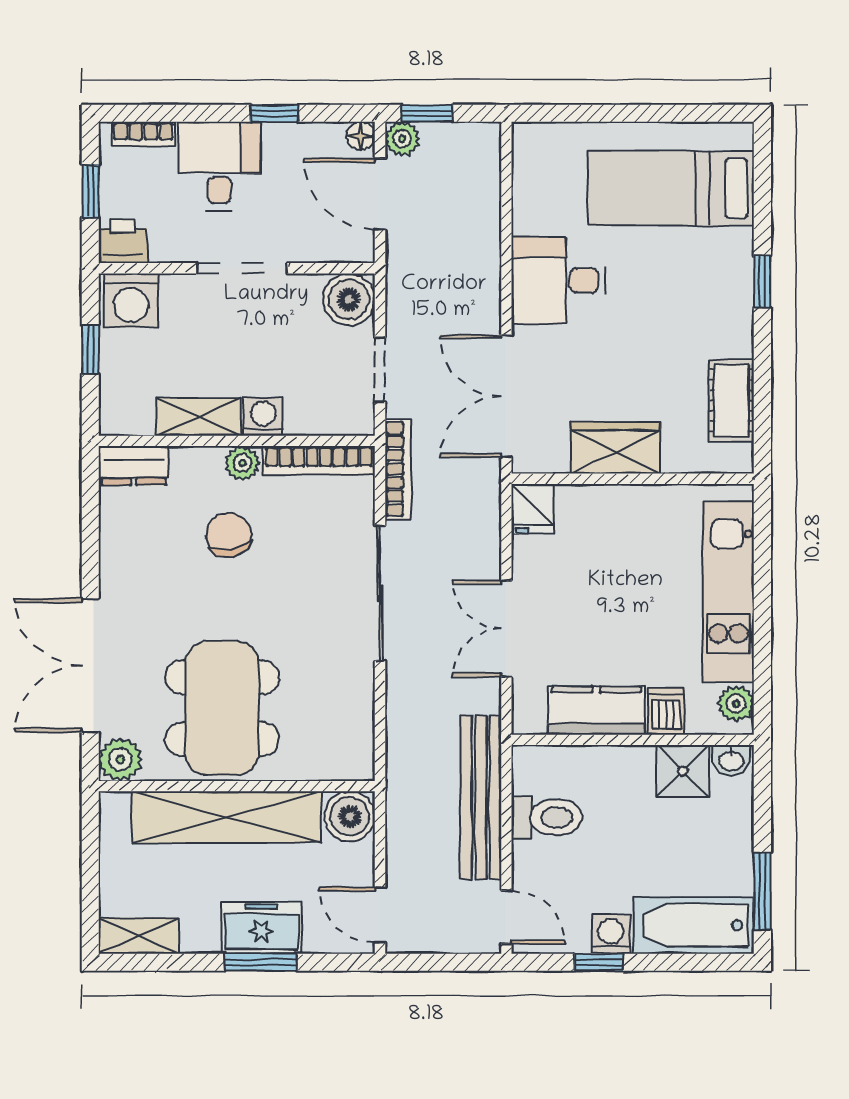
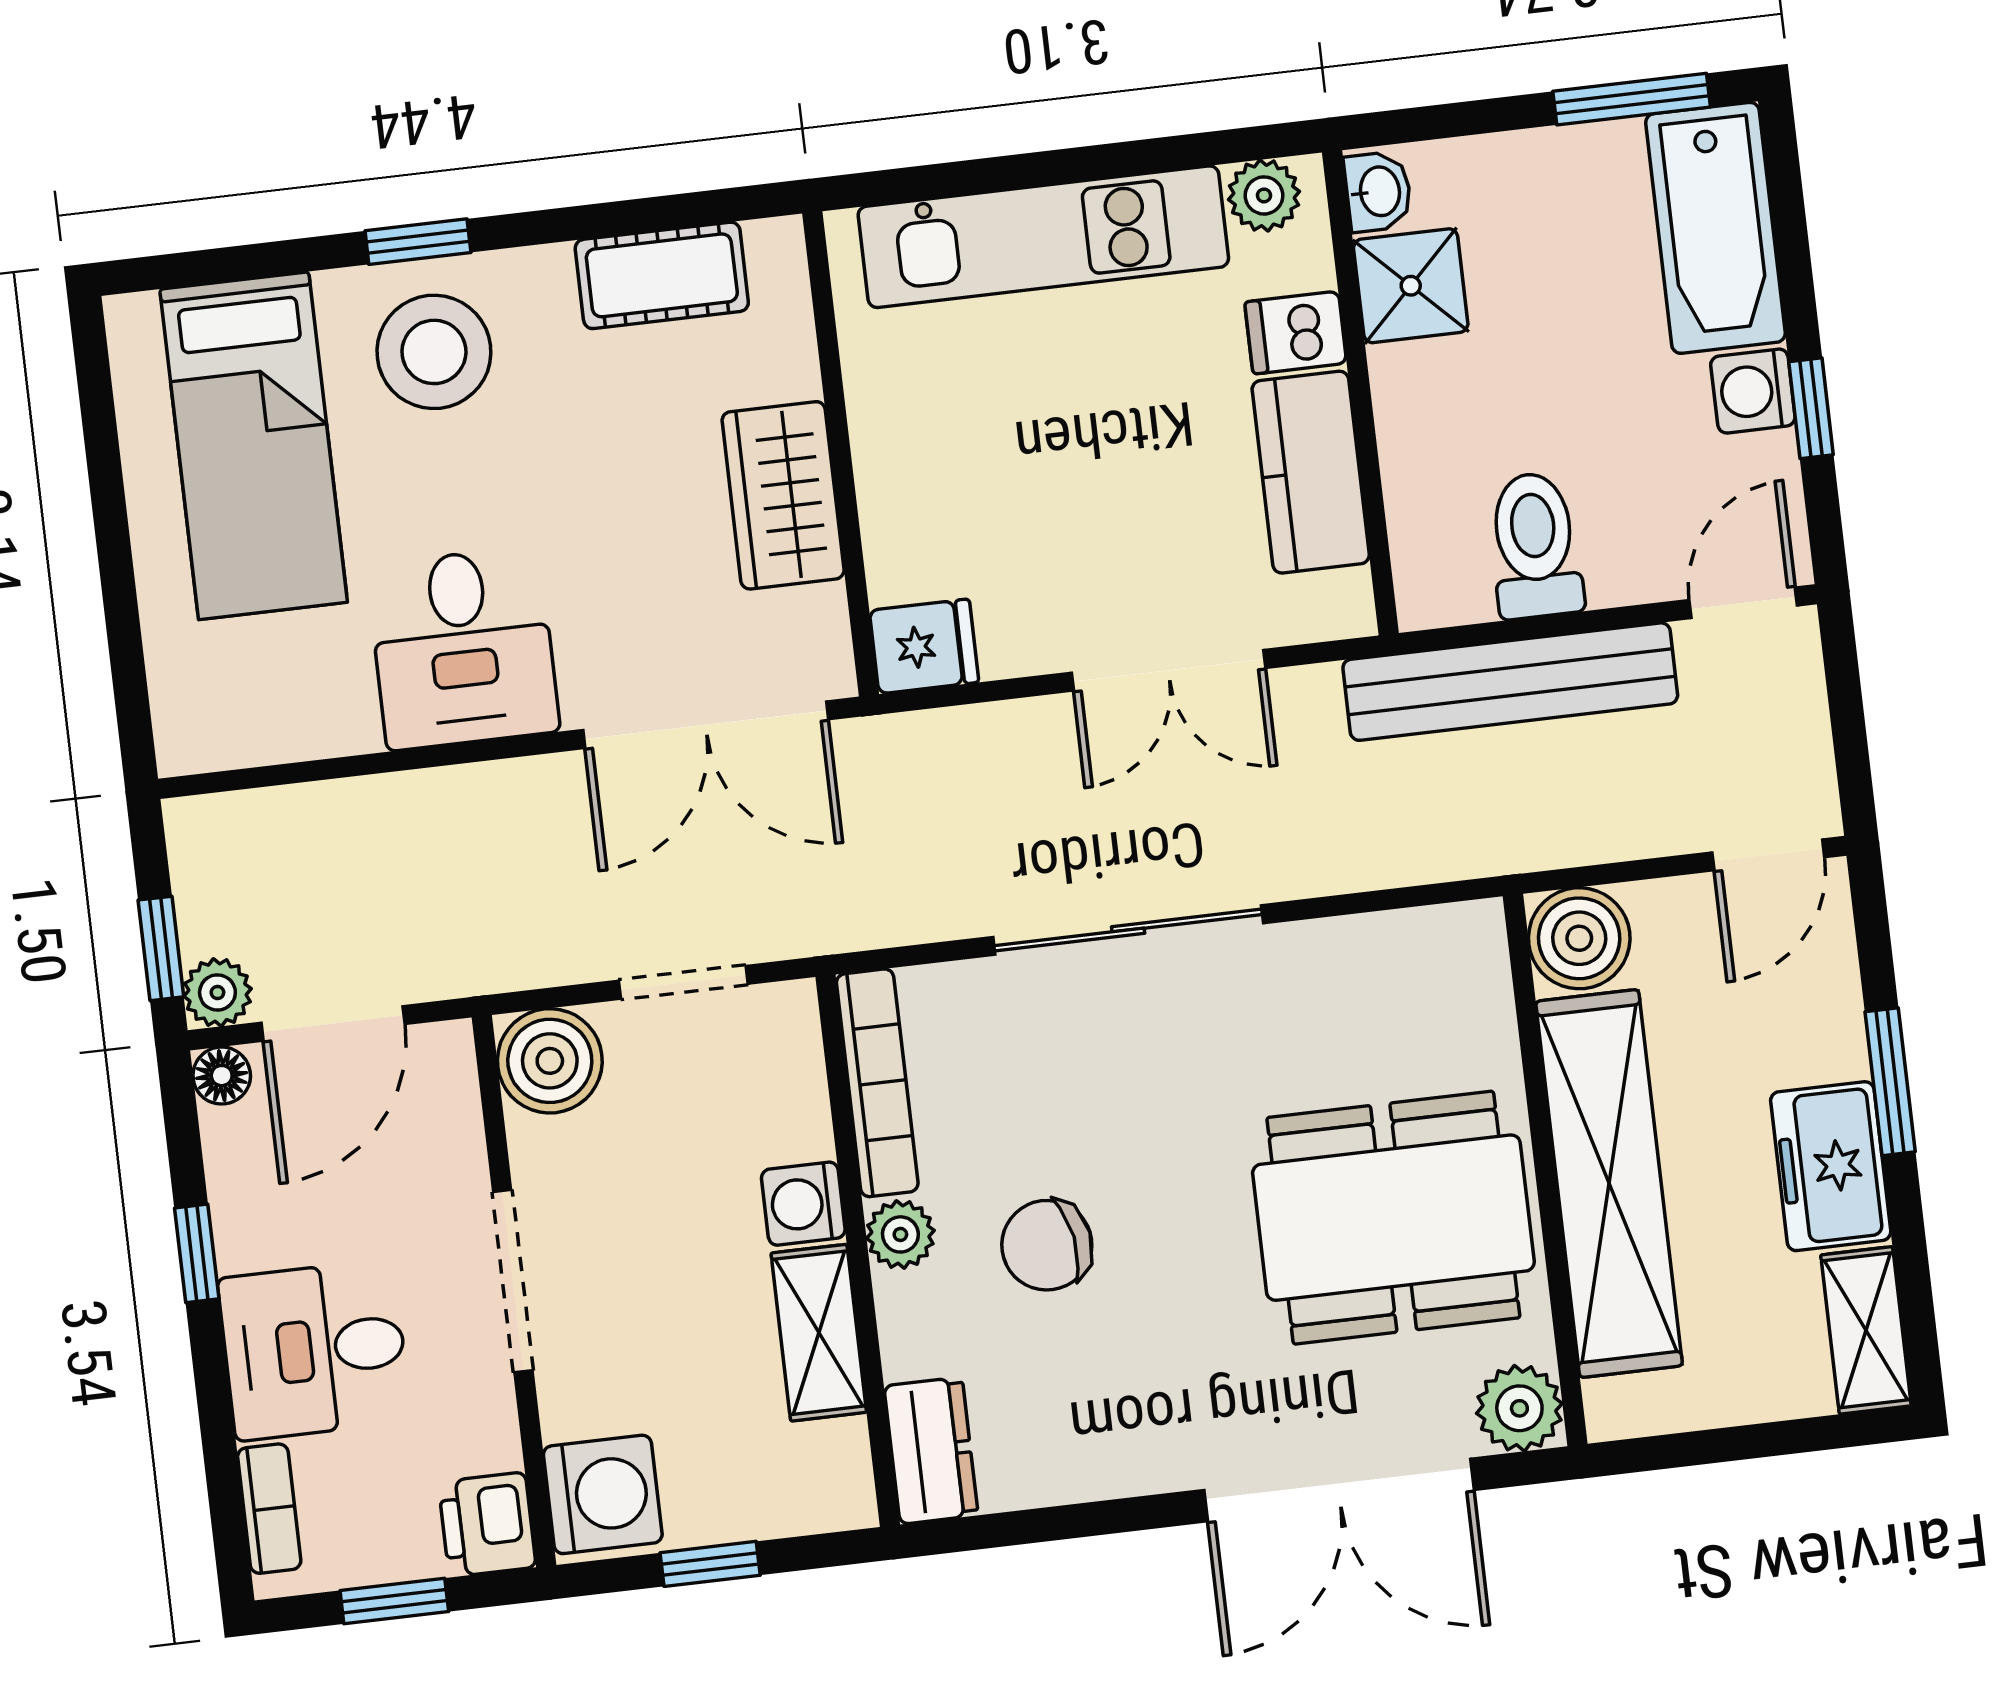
stool: (707, 283) -> (434, 352), added
bookcase: (398, 469) -> (876, 924), removed
freezer: (261, 928) -> (1831, 1166), moved

